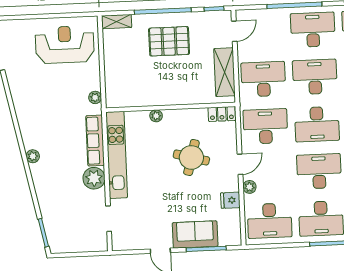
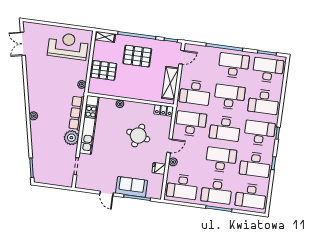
pallet: (124, 71) -> (104, 70), added
desk: (263, 79) -> (195, 92), turned 180

